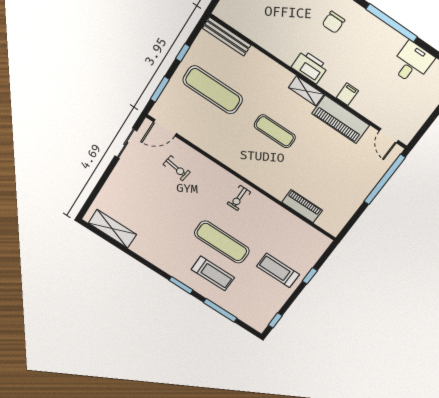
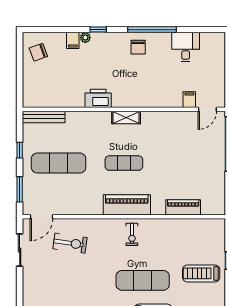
chair: (333, 22) -> (138, 47), moved
printer: (310, 67) -> (98, 98), moved
filing cabinet: (347, 94) -> (189, 100), moved
piano: (341, 119) -> (127, 205), moved, turned 180
door: (389, 136) -> (207, 109), hinge flipped
exercise bike: (177, 168) -> (70, 243), width x1.38, depth x1.39

